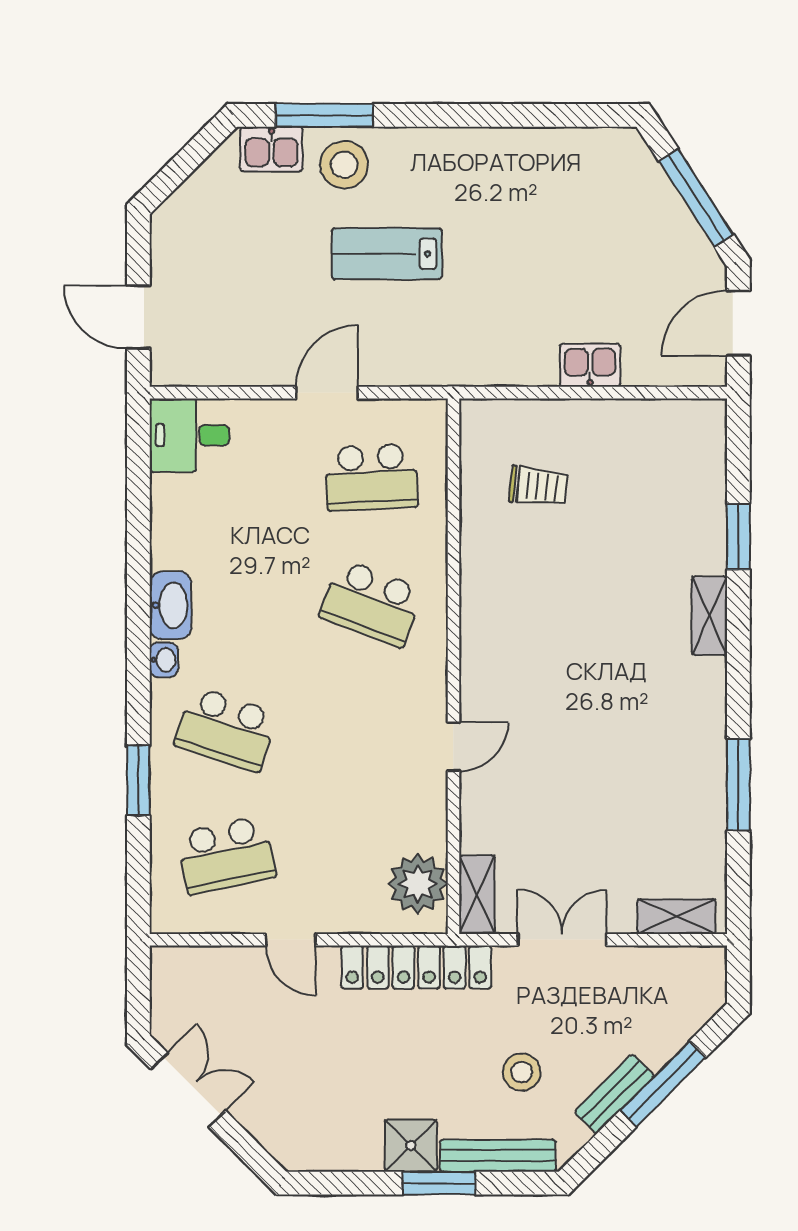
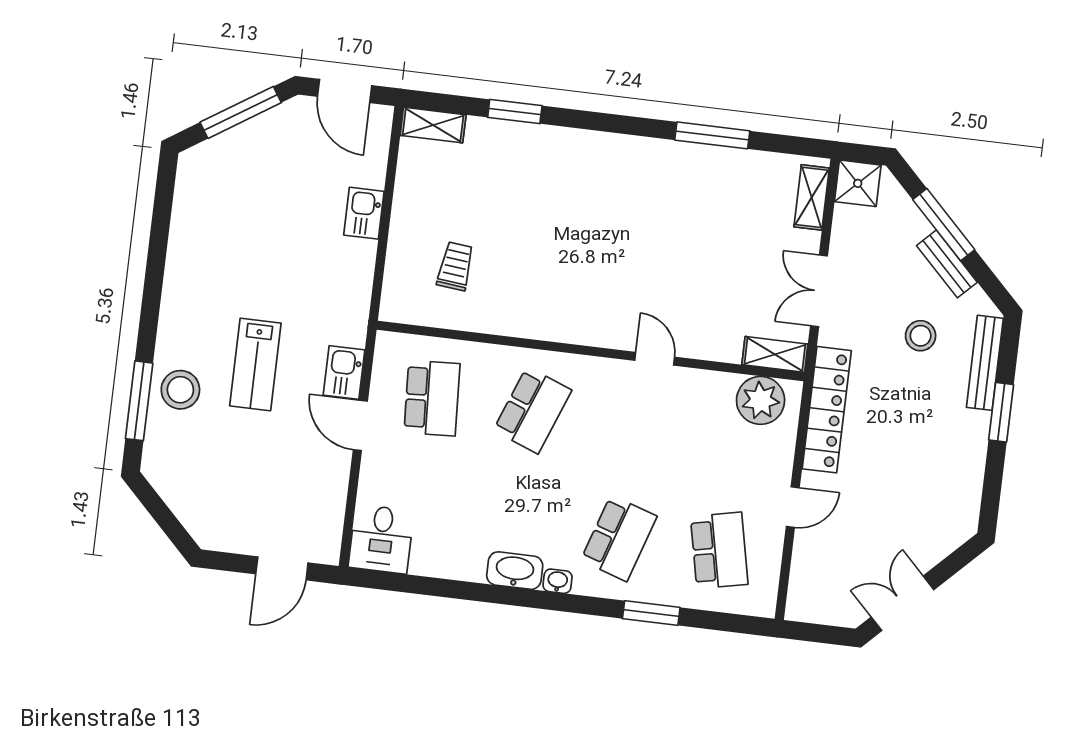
kitchen sink: (271, 149) -> (344, 372), moved, turned 180
shelving: (709, 616) -> (433, 125), moved
shower: (411, 1146) -> (858, 183), moved

